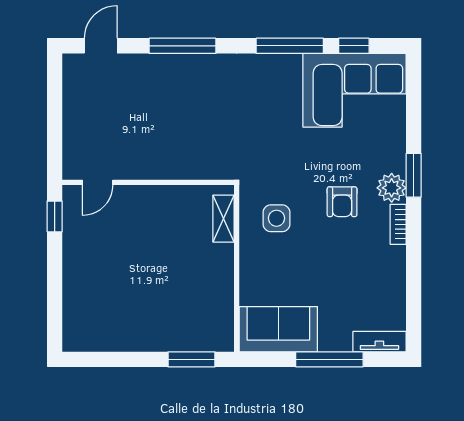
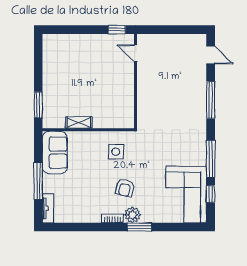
armchair: (342, 202) -> (125, 188), turned -77
shelving: (224, 219) -> (79, 122), moved

